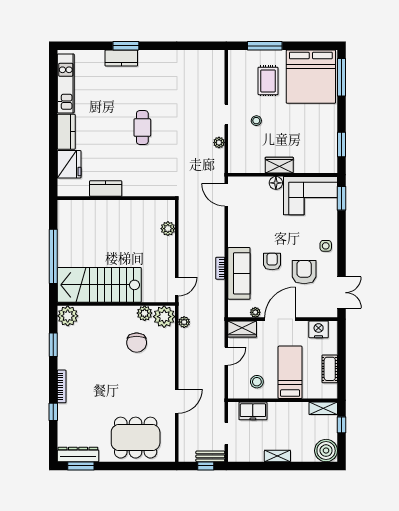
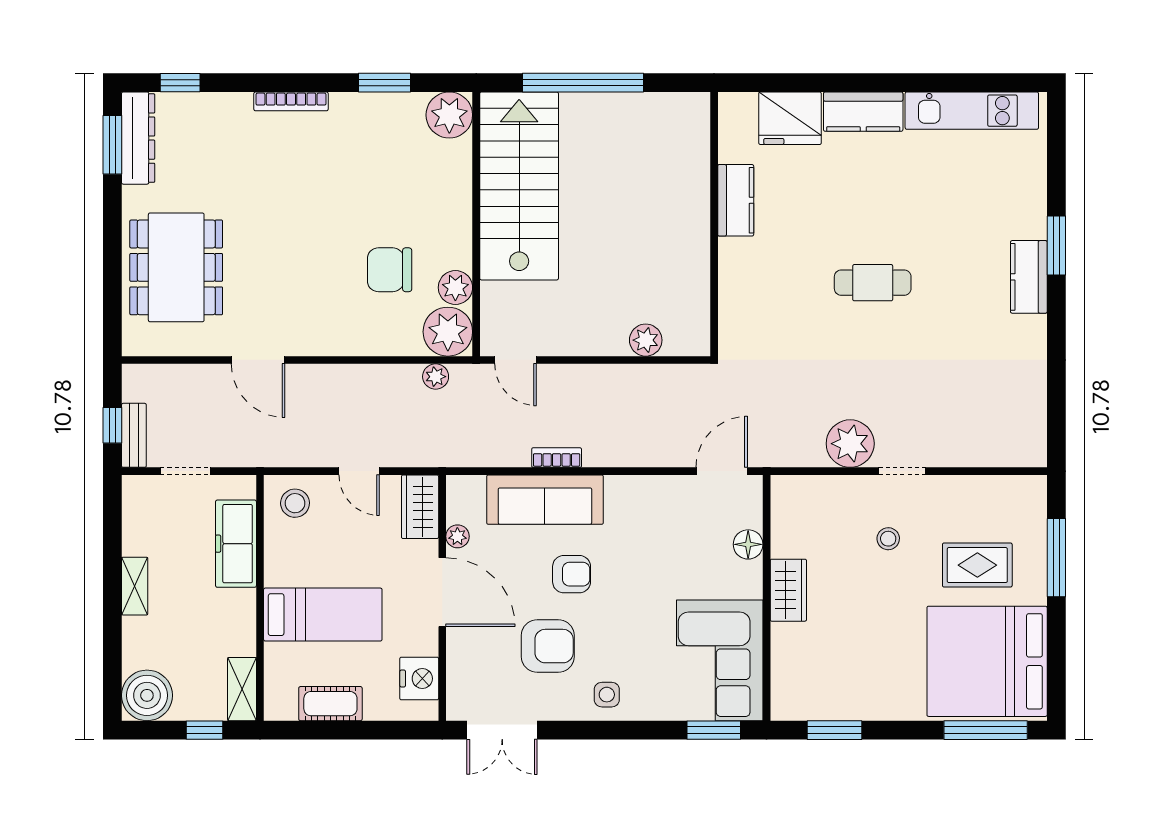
kitchen counter: (121, 58) -> (1029, 277), moved
plant: (219, 143) -> (850, 444), width x1.88, depth x1.88
floor lamp: (276, 183) -> (748, 544), moved
stool: (257, 382) -> (295, 503), moved
freezer: (253, 411) -> (236, 544), width x1.40
window: (53, 412) -> (180, 83), moved

